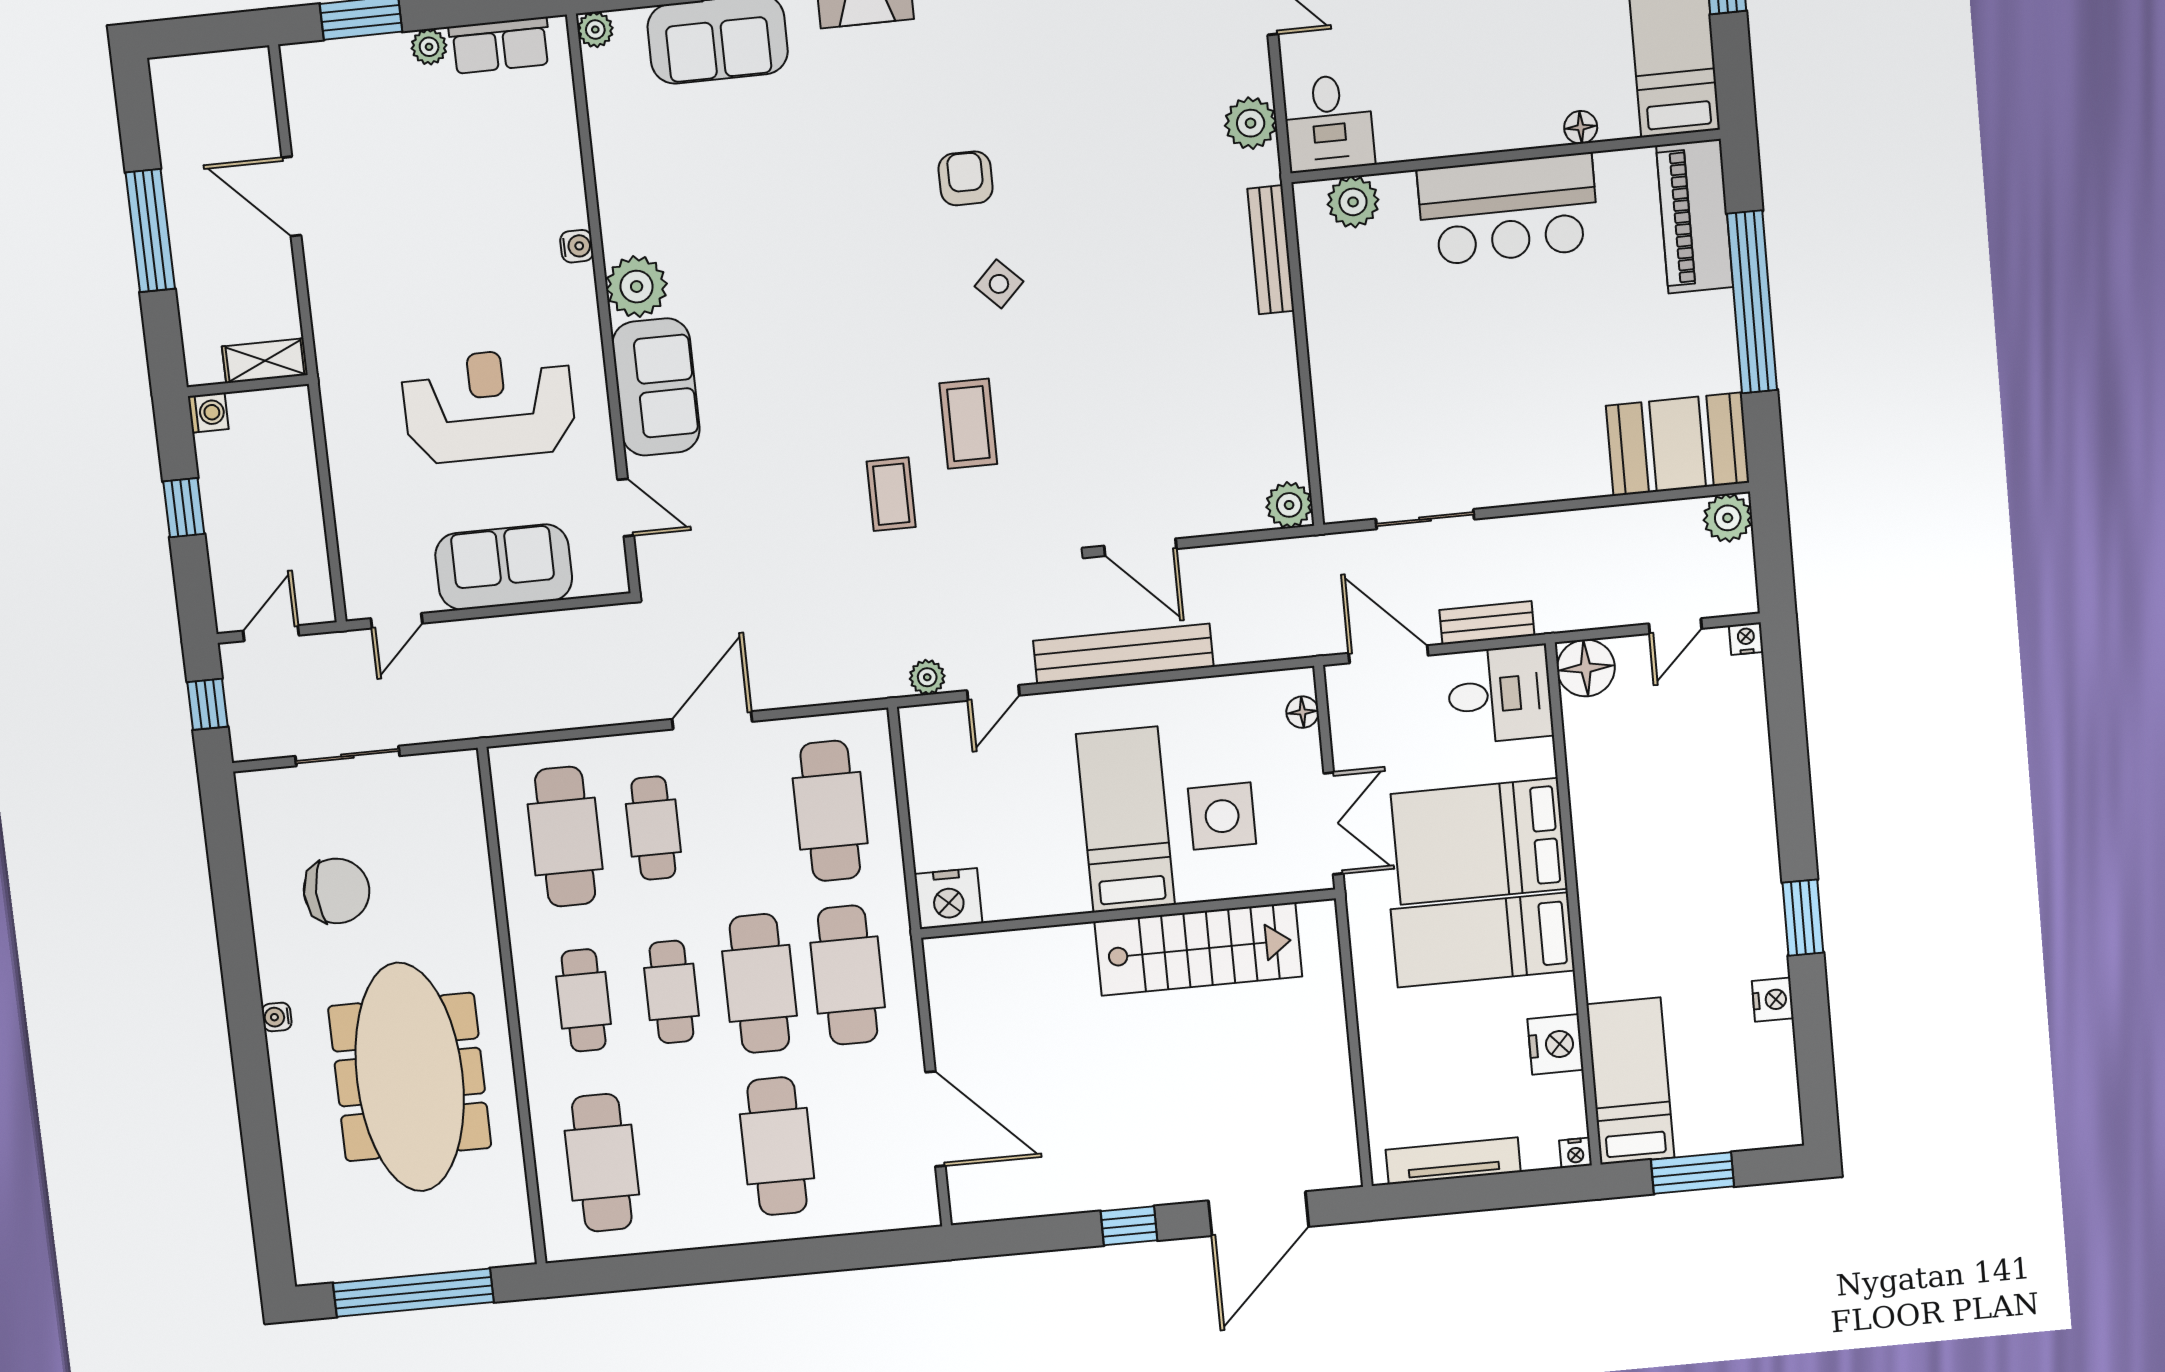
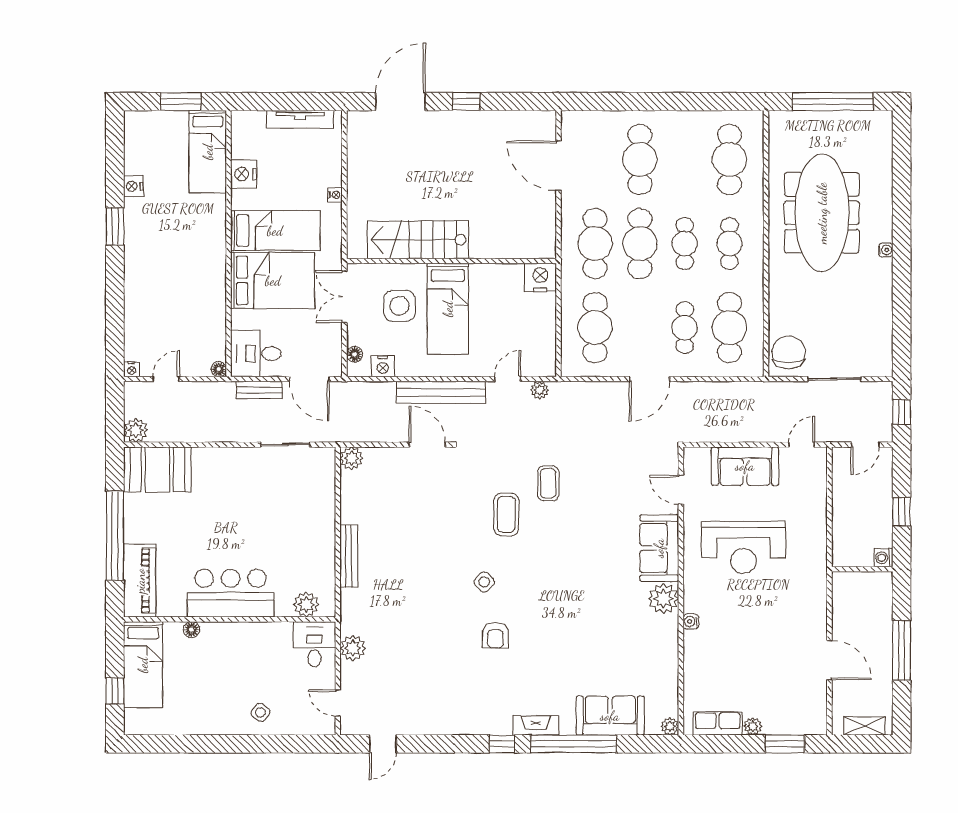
bench: (1271, 250) -> (349, 556), moved
shelving: (265, 361) -> (865, 726), moved
floor lamp: (1586, 668) -> (219, 369), width x0.53, depth x0.53
nightstand: (1244, 694) -> (383, 366), added
chair: (337, 891) -> (789, 352), moved, turned 90
nightstand: (1576, 1153) -> (335, 195), moved, turned 90

